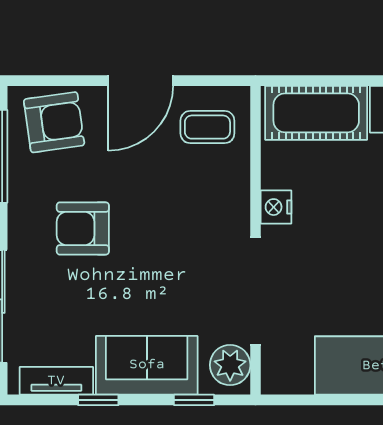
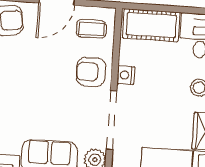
armchair: (83, 228) -> (91, 72), moved

